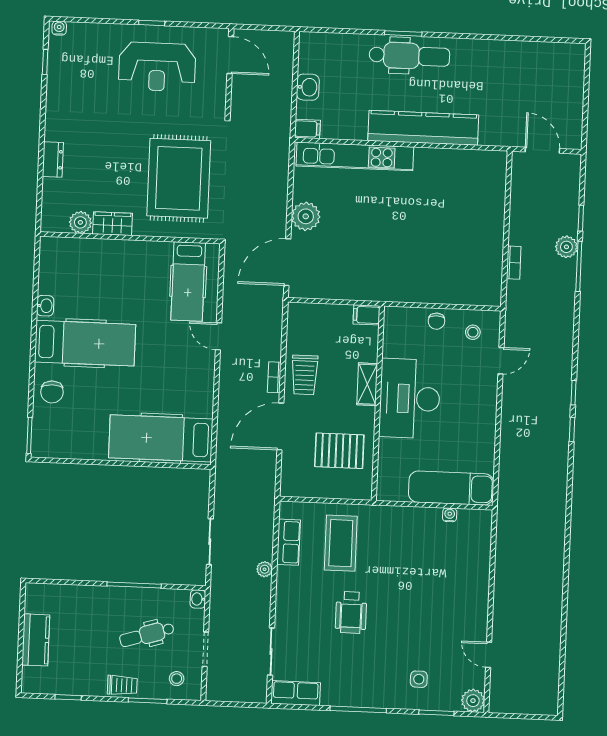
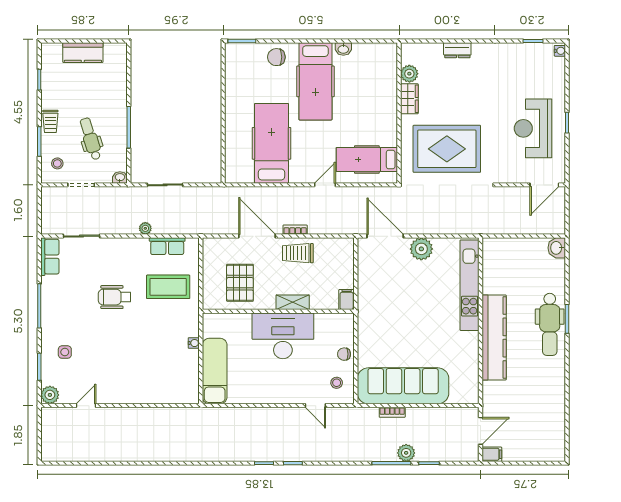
washbasin: (308, 87) -> (557, 248), moved, turned 90
filing cabinet: (307, 129) -> (492, 454), moved, turned -90
sofa: (480, 247) -> (403, 386), added
hospital bed: (161, 438) -> (272, 143), moved
water cooler: (450, 515) -> (194, 343), moved

